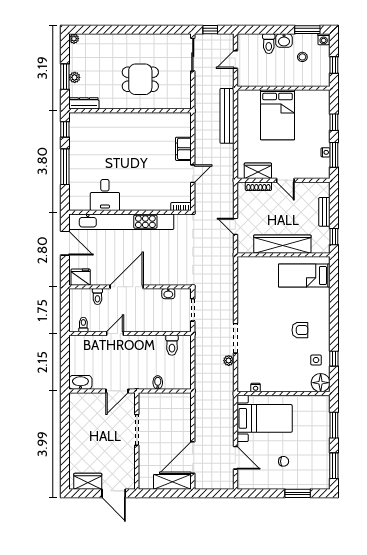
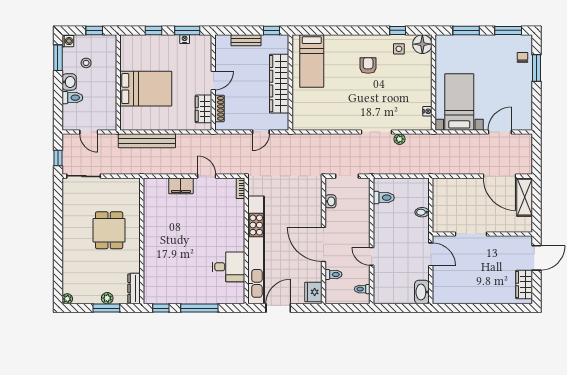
chair: (284, 461) -> (522, 57), moved

